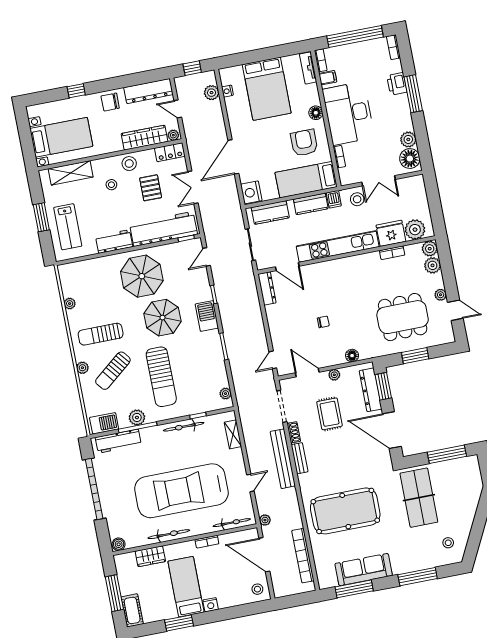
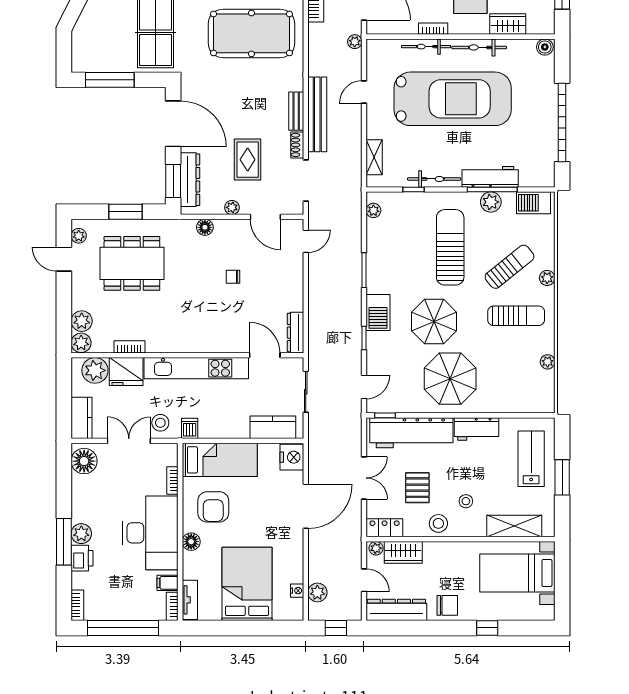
wardrobe: (145, 138) -> (403, 552), width x0.67
plant: (408, 139) -> (81, 534), moved
kitchen counter: (311, 204) -> (82, 418), moved, turned 90
plant: (441, 295) -> (79, 236), moved
workbench: (118, 441) -> (490, 177), moved
bicycle: (232, 523) -> (426, 47), moved

